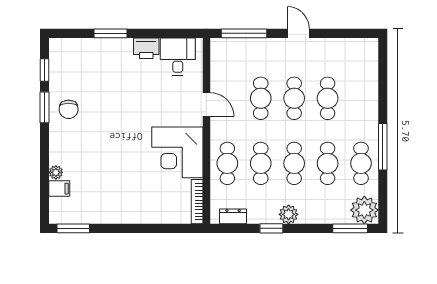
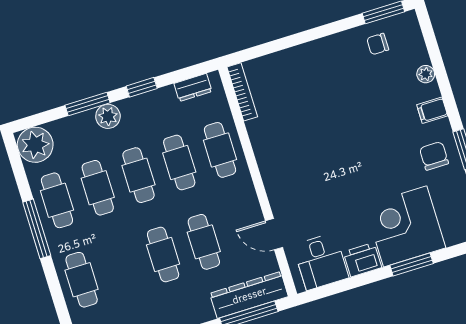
dresser: (239, 48) -> (249, 295), added
cafe table: (328, 98) -> (82, 280), moved
door: (206, 105) -> (274, 234), moved
corner desk: (177, 152) -> (405, 226), moved, turned -90
filing cabinet: (59, 189) -> (432, 110), moved
chair: (85, 206) -> (378, 44), added
plant: (289, 214) -> (108, 116), moved
window: (350, 228) -> (88, 104), moved

